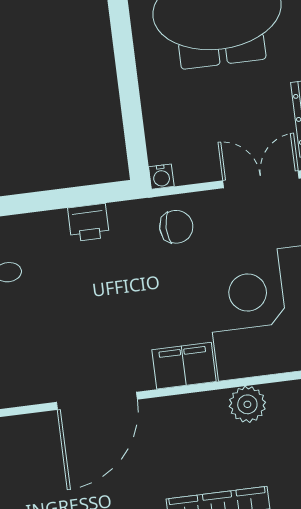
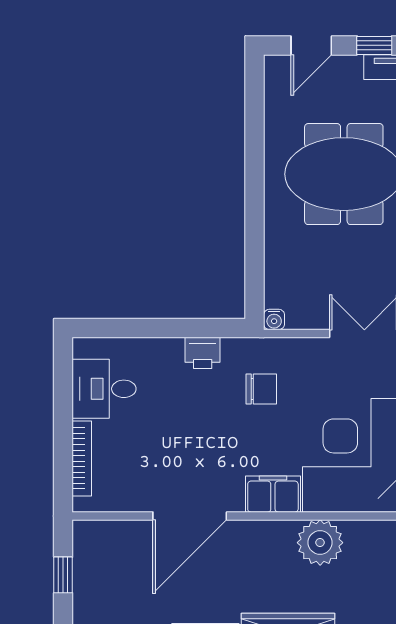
chair: (176, 227) -> (261, 389), moved
plant: (247, 404) -> (320, 543), width x1.36, depth x1.36

